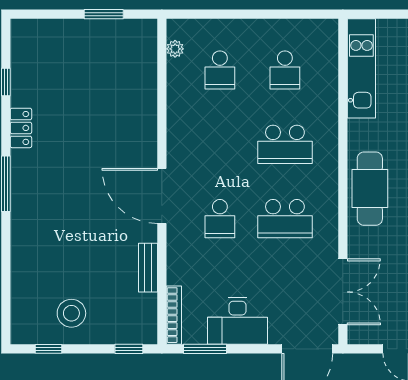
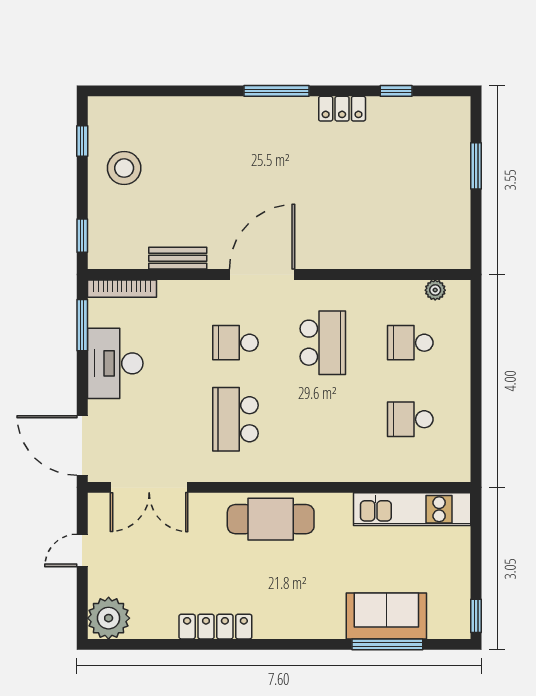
window: (104, 14) -> (476, 166), moved
school desk: (285, 144) -> (323, 343), moved, turned 180

